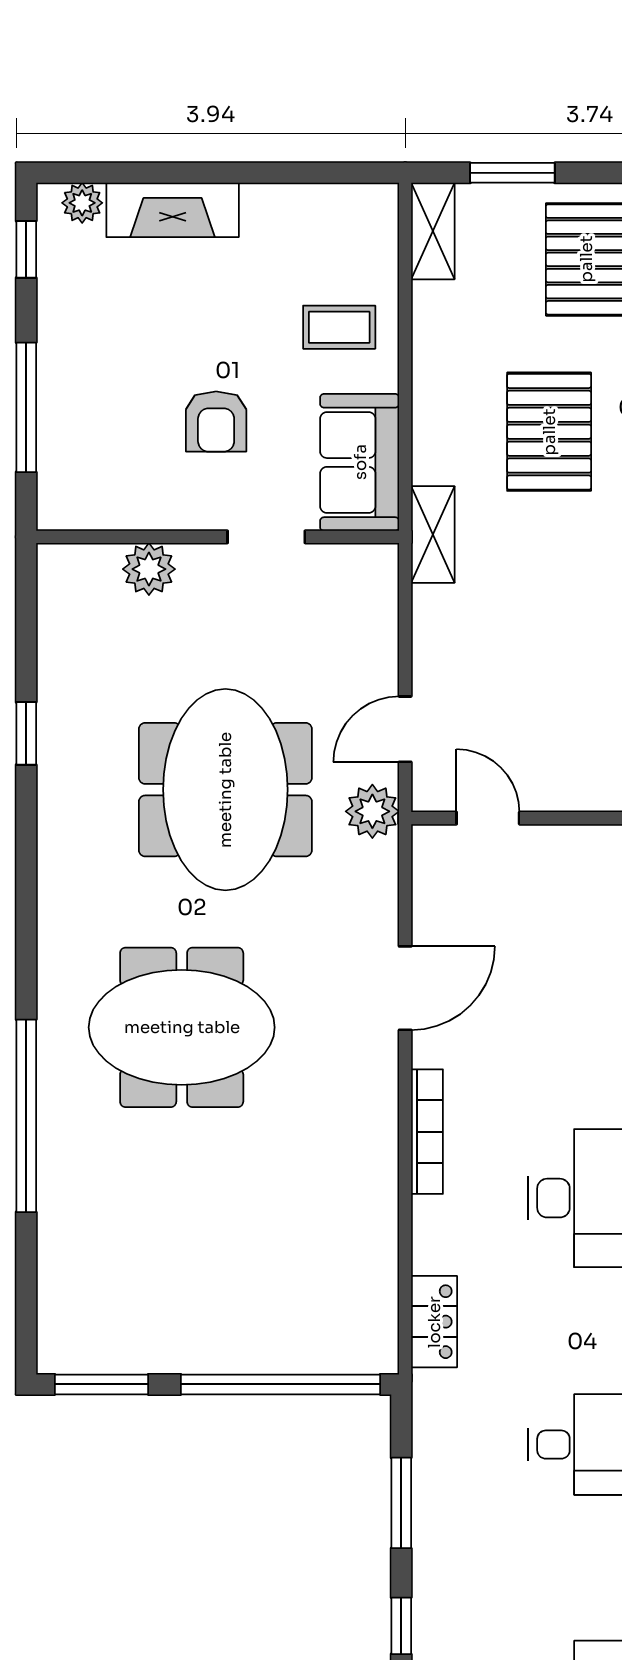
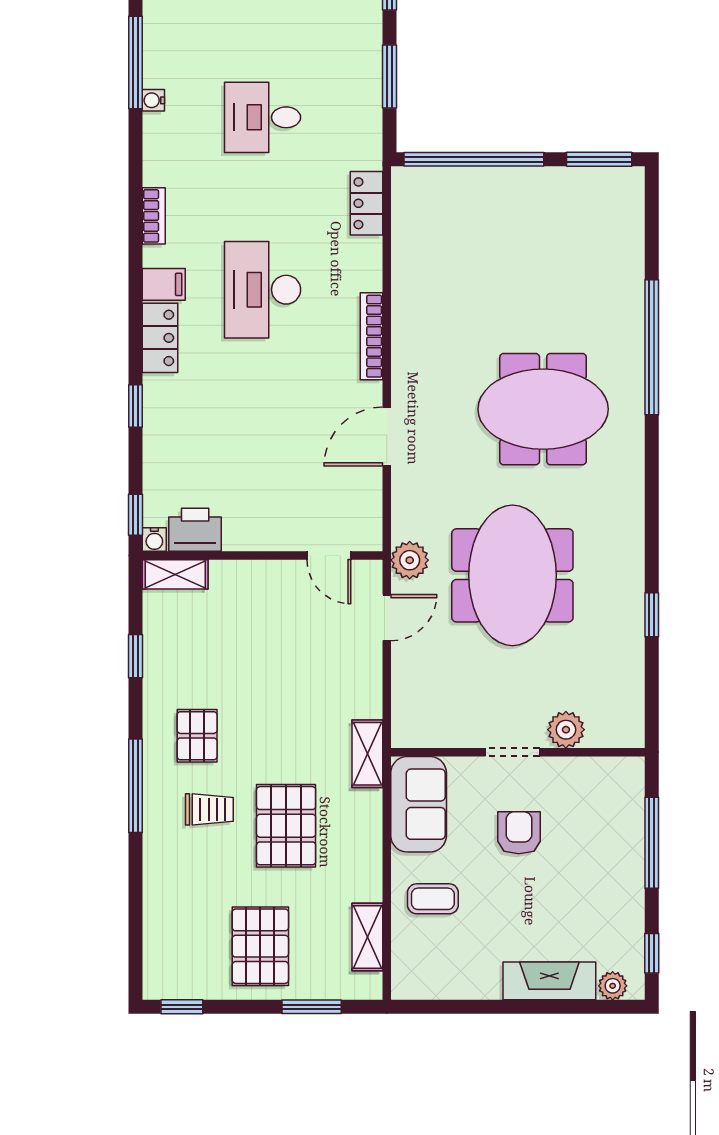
shelving: (433, 231) -> (367, 937), moved
doorway: (266, 537) -> (512, 752), moved

